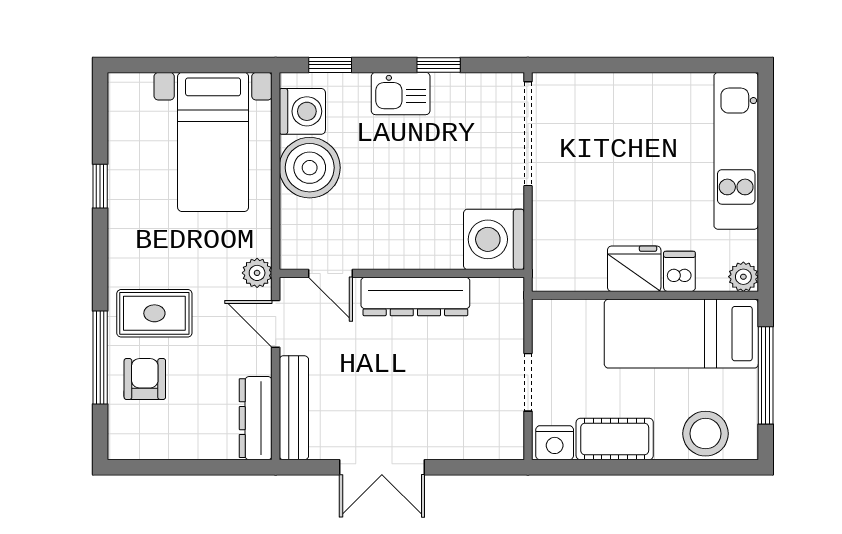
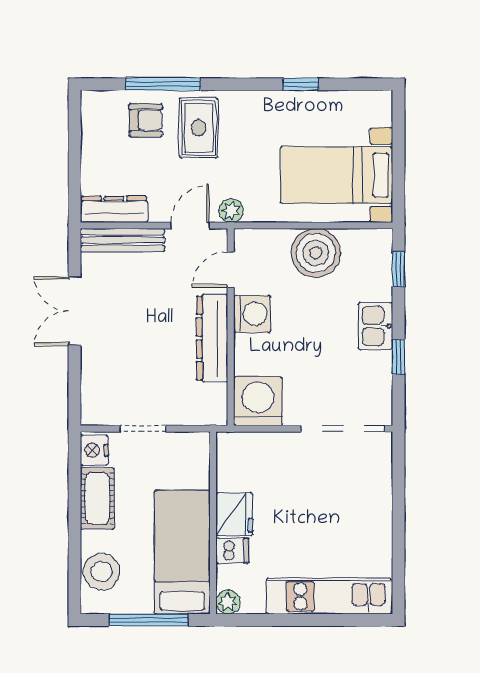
washing machine: (302, 111) -> (252, 314), moved, turned -90

